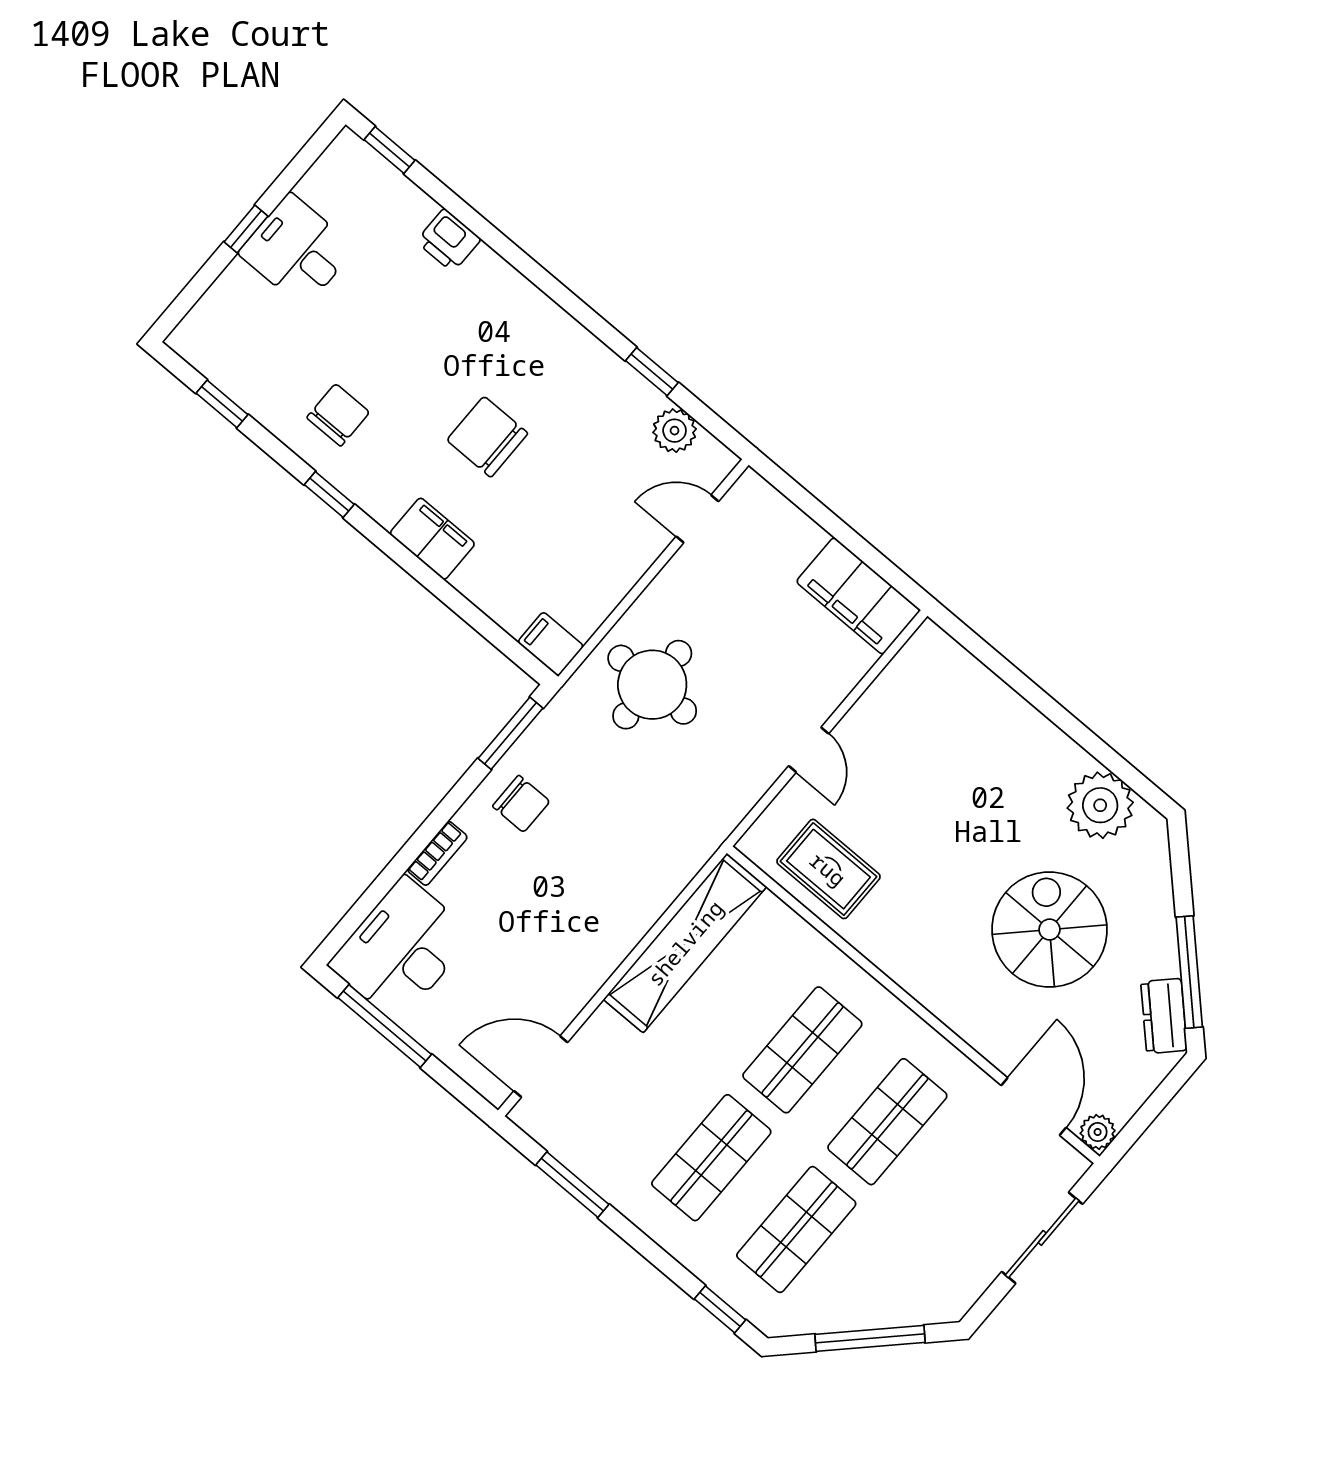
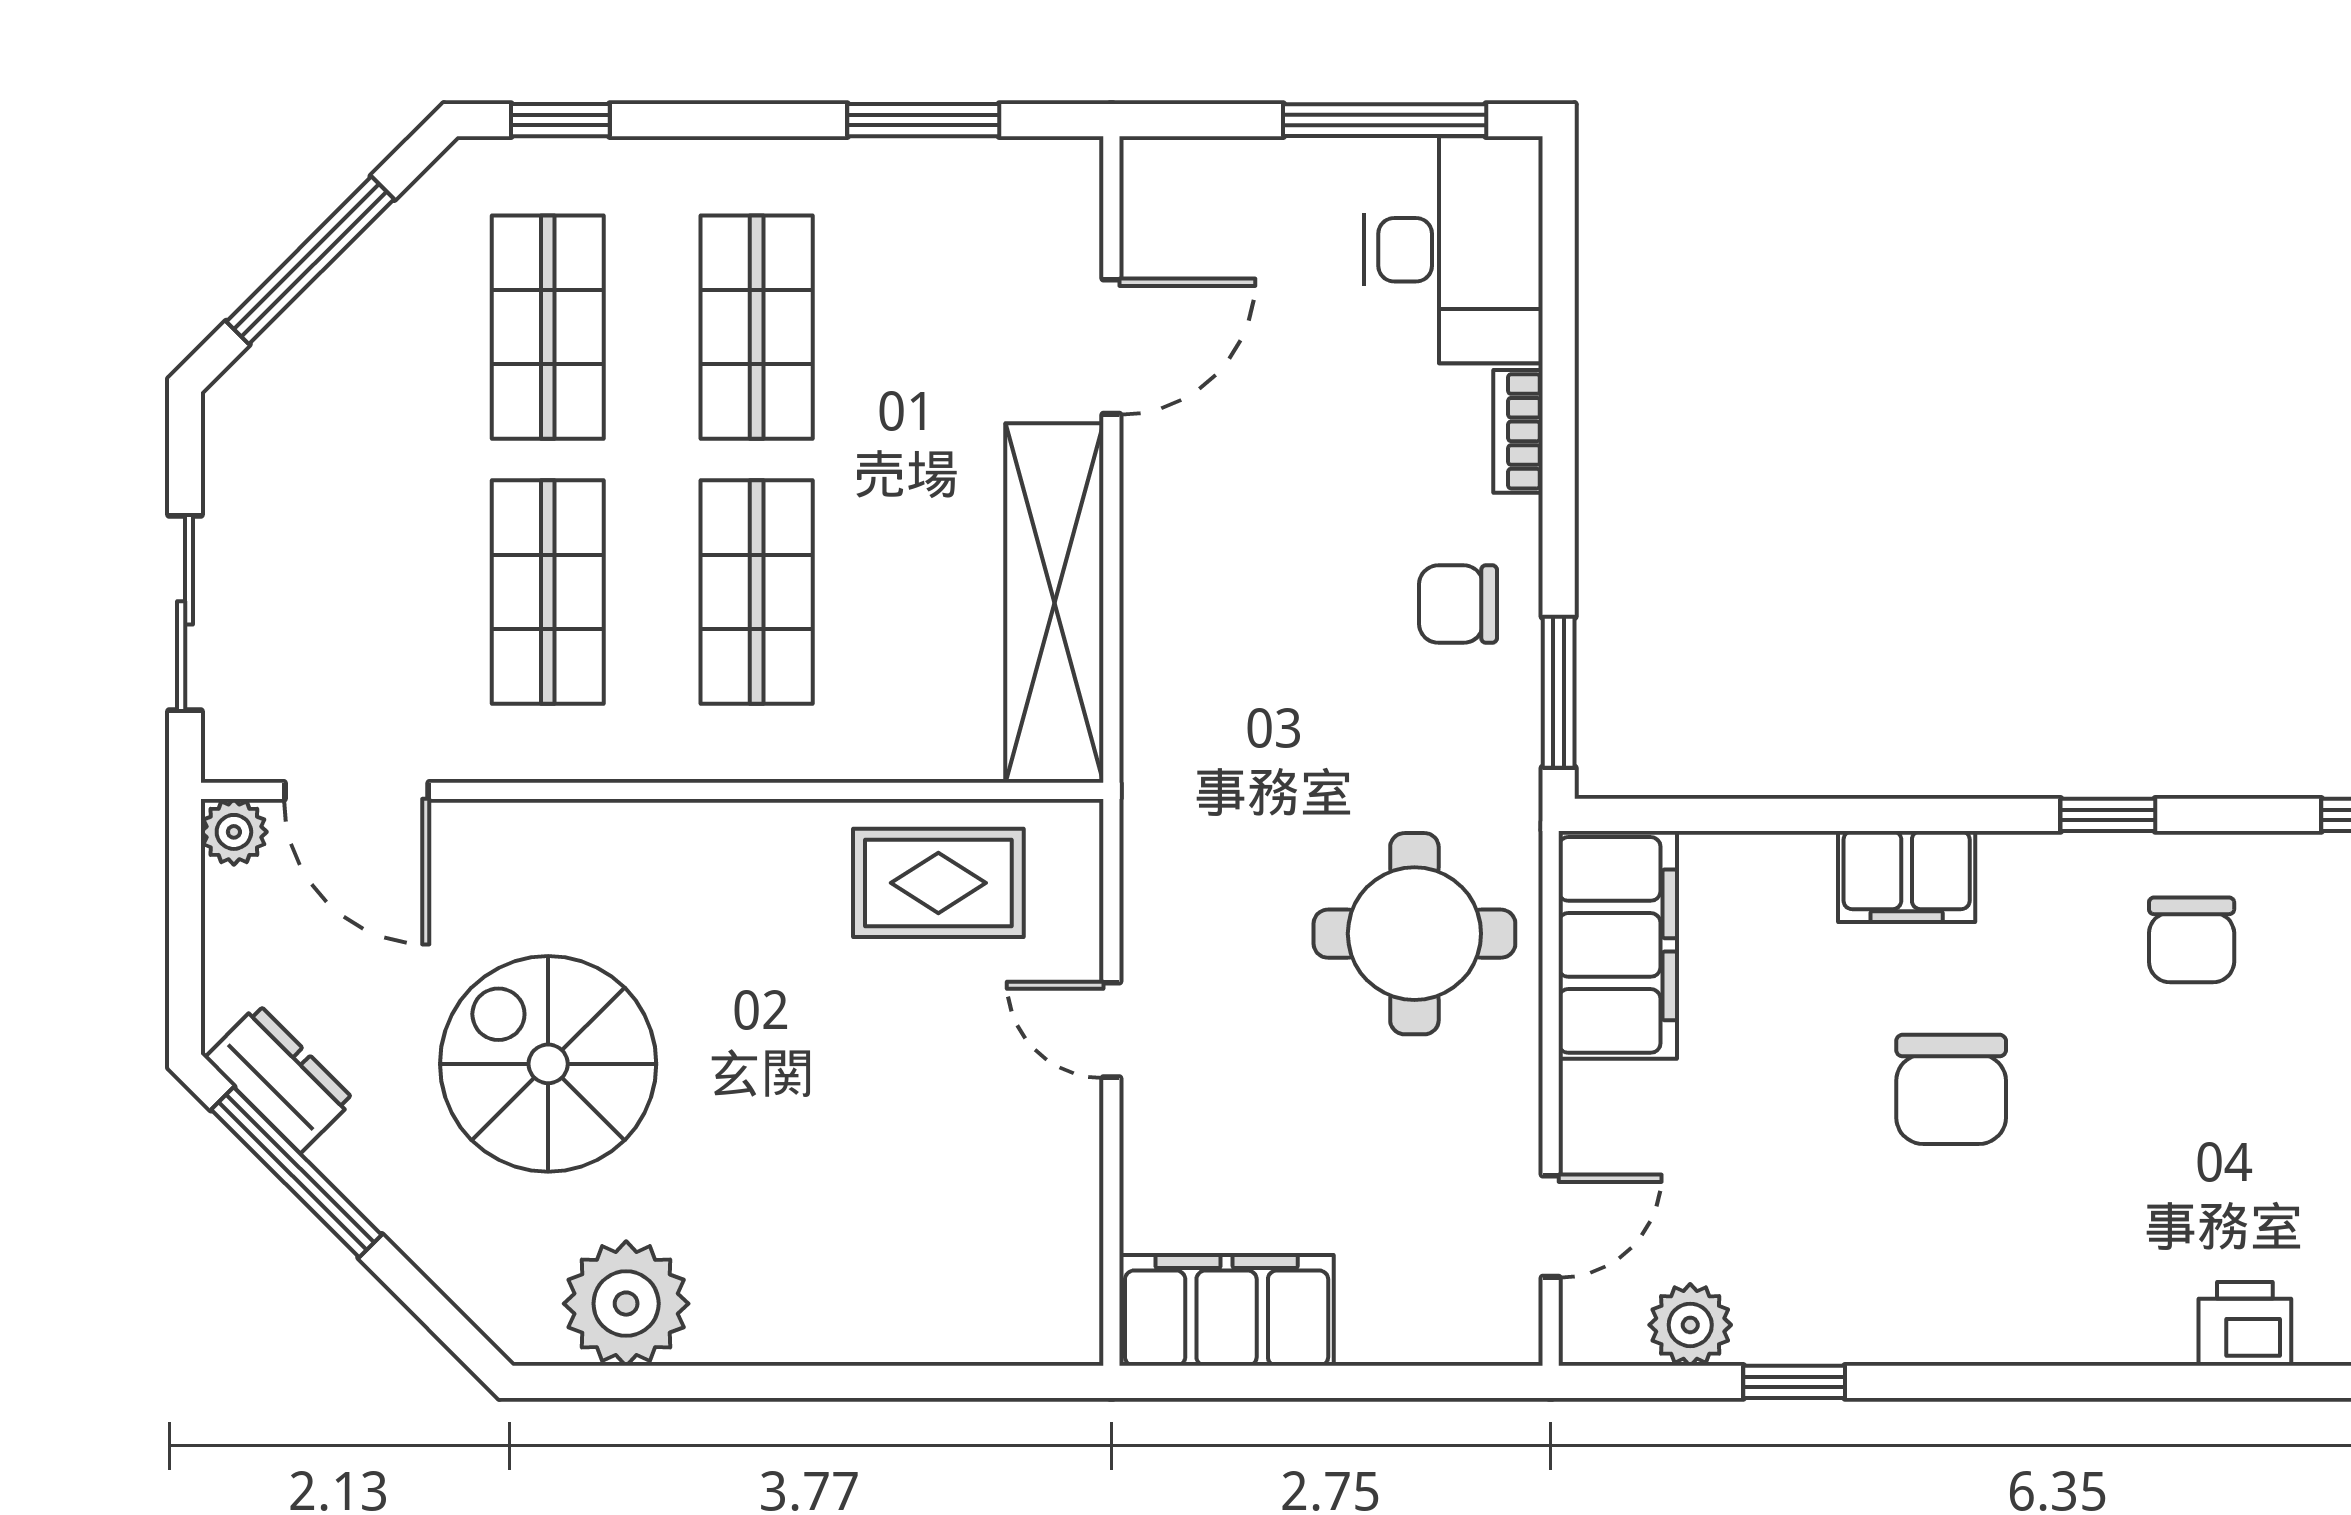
chair: (487, 437) -> (1951, 1089), turned 90
filing cabinet: (551, 644) -> (1618, 945), width x3.00, depth x1.17
spiral stairs: (1050, 930) -> (548, 1064), turned 180
door: (541, 1067) -> (1111, 347), moved

